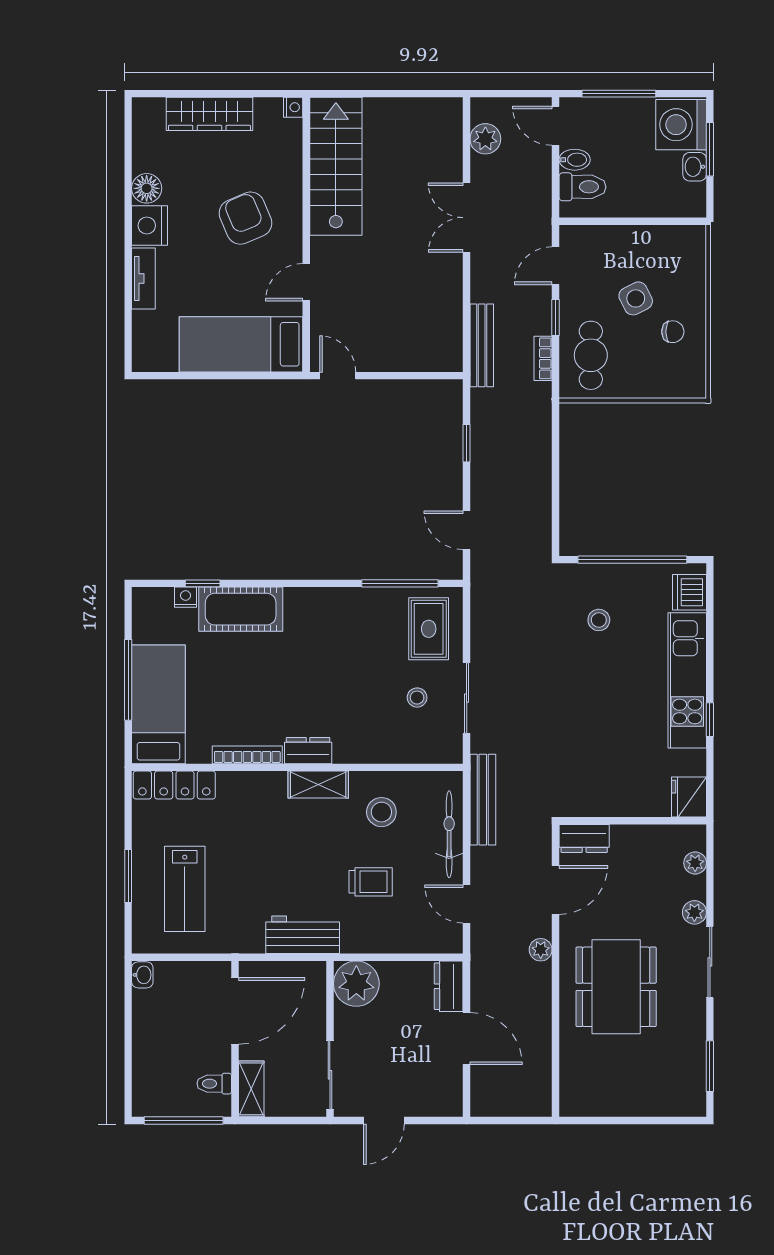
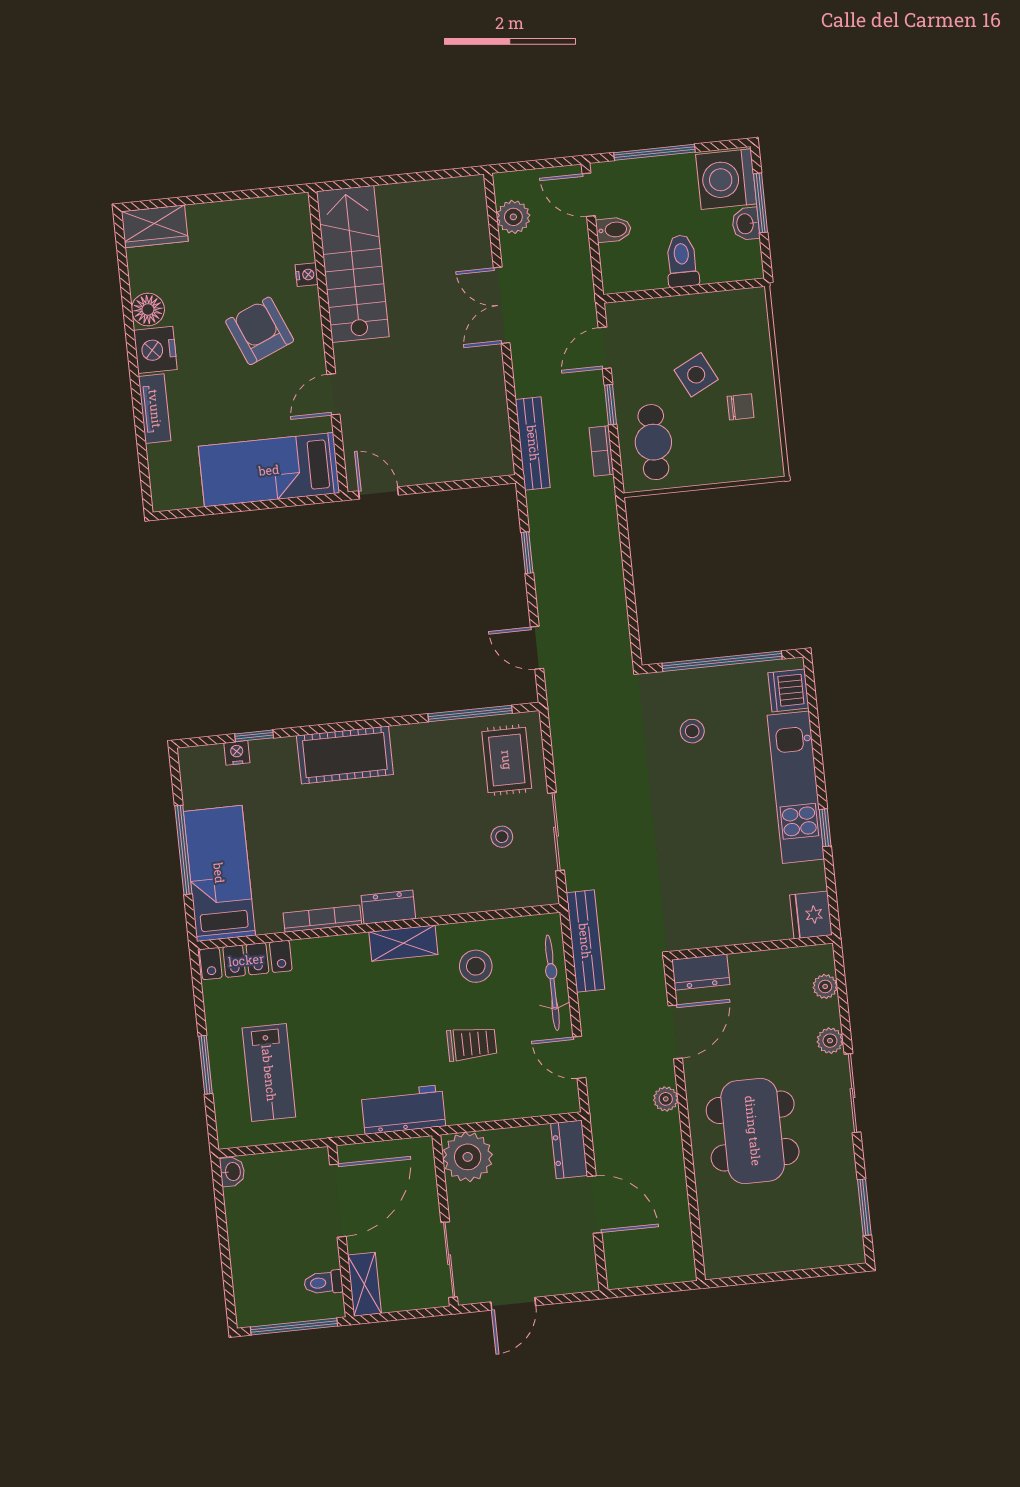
nightstand: (293, 107) -> (307, 275), moved
wardrobe: (209, 114) -> (155, 226), moved, width x0.67
toilet: (582, 187) -> (682, 261), moved, turned -90
cot: (241, 609) -> (345, 755), moved

